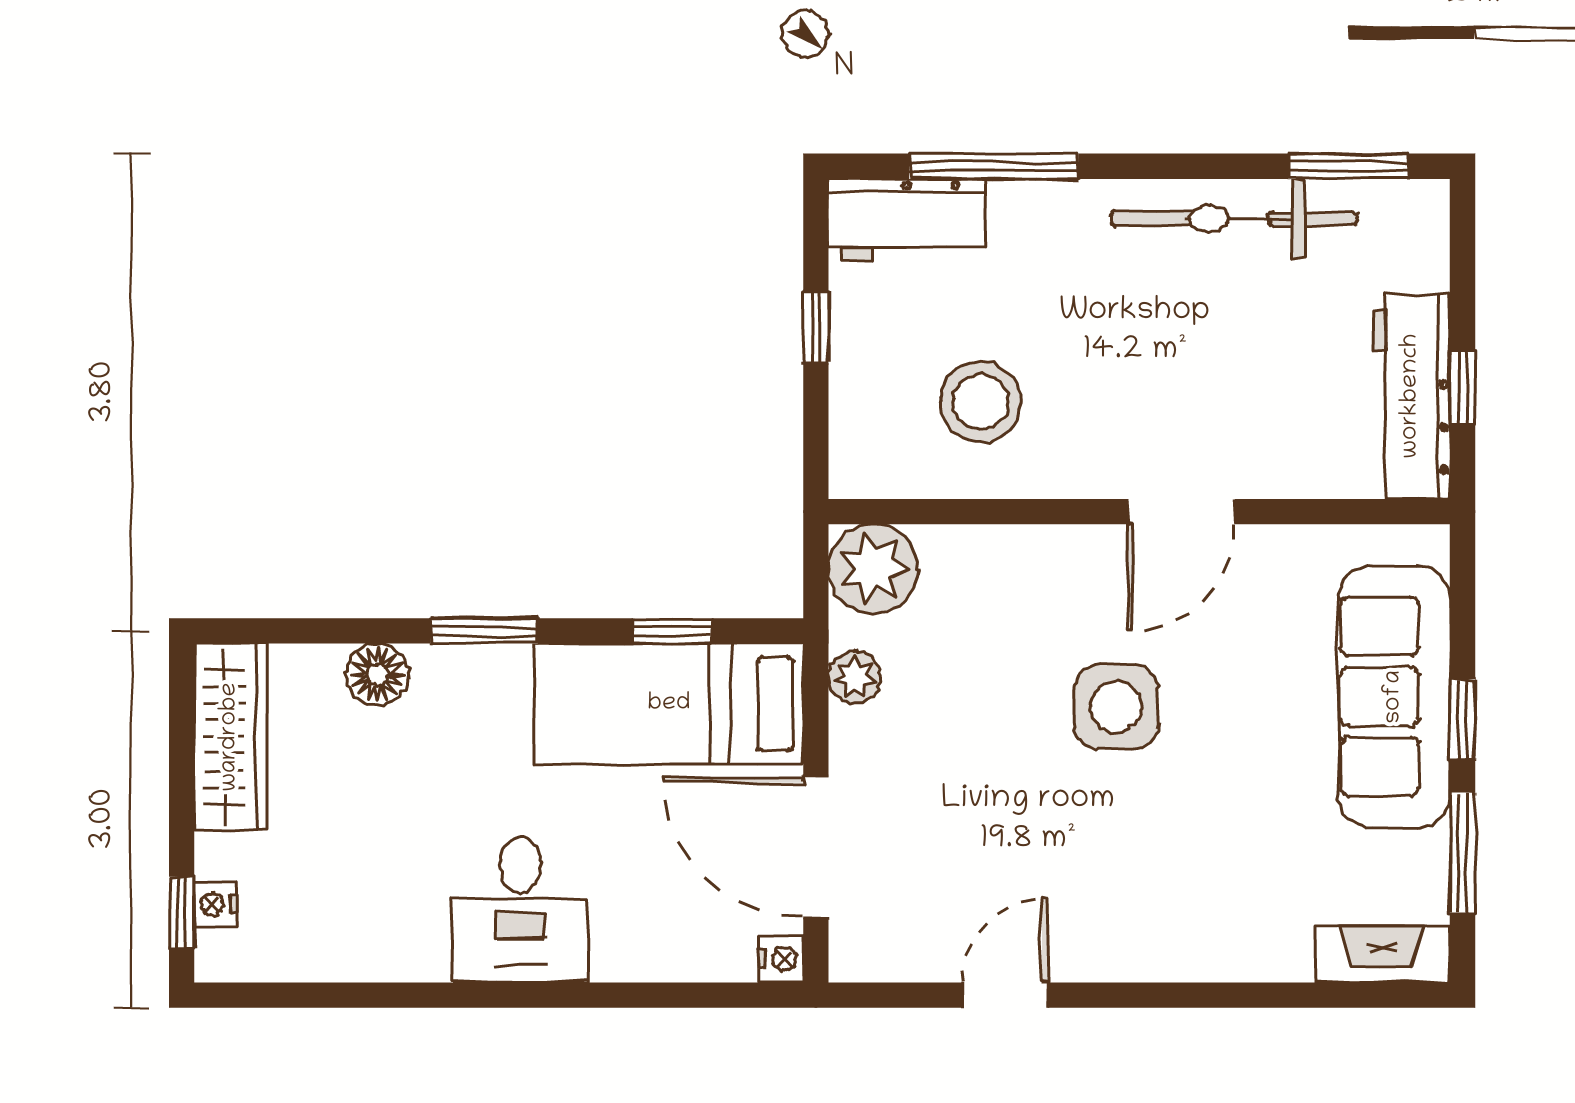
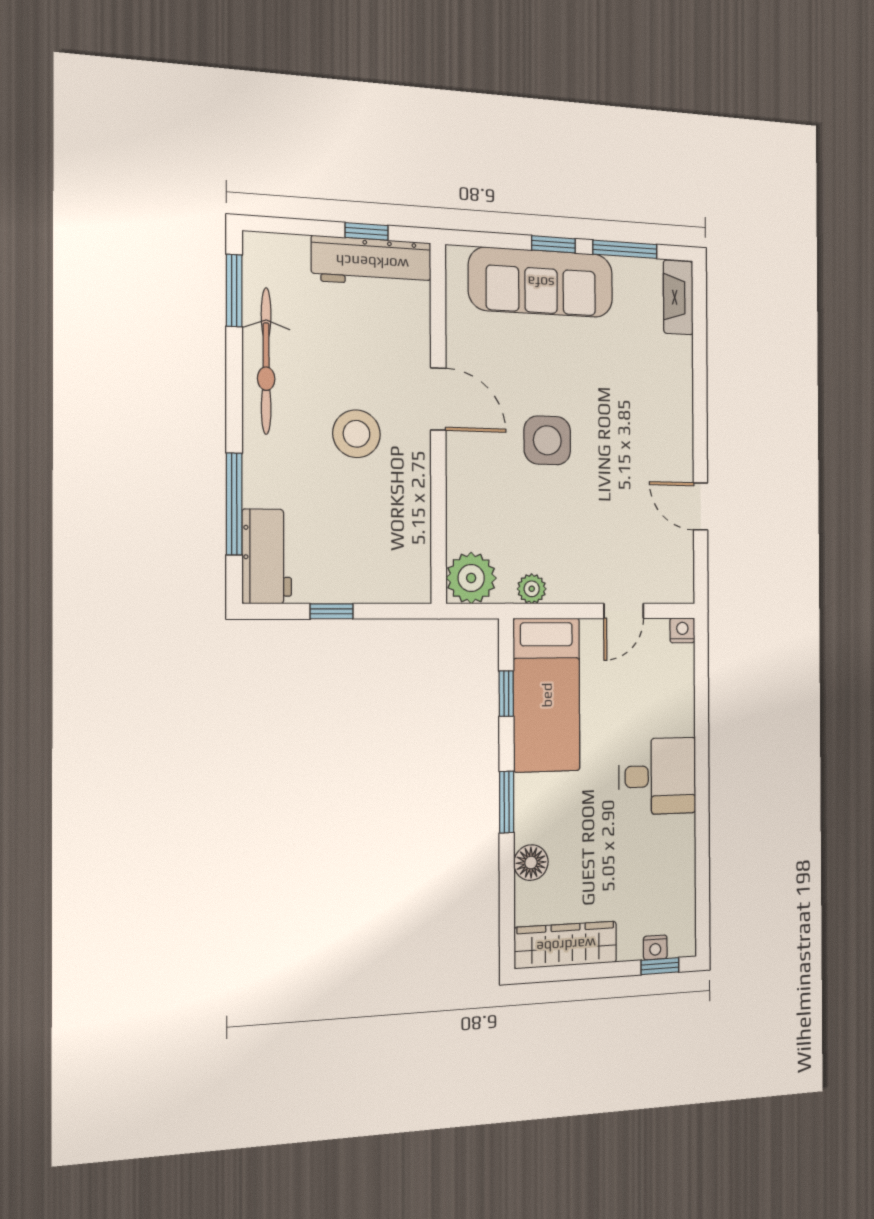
stool: (981, 402) -> (356, 434), moved
door: (816, 847) -> (624, 611), width x0.53

